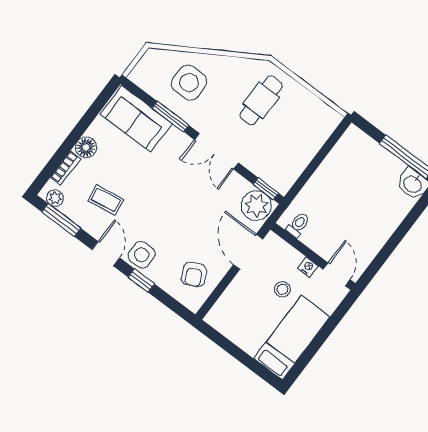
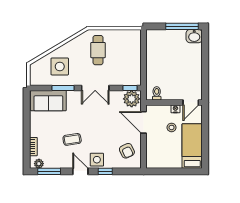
floor lamp: (86, 147) -> (36, 130), removed
coffee table: (106, 200) -> (72, 139), moved
door: (337, 274) -> (191, 102), swing flipped

